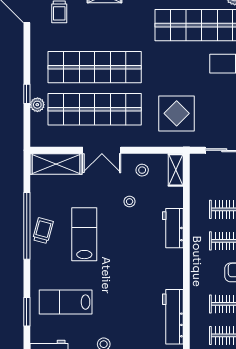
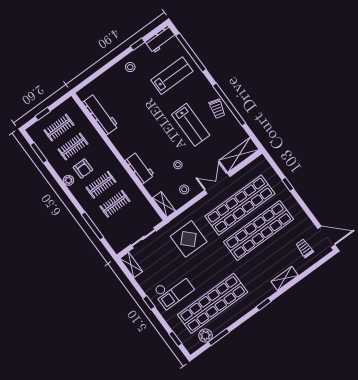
plant: (37, 105) -> (277, 182), removed
window: (27, 312) -> (191, 52), width x2.11

